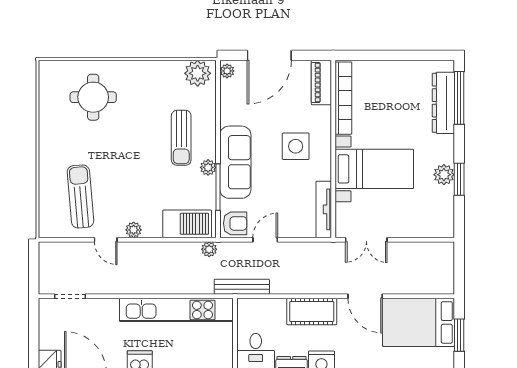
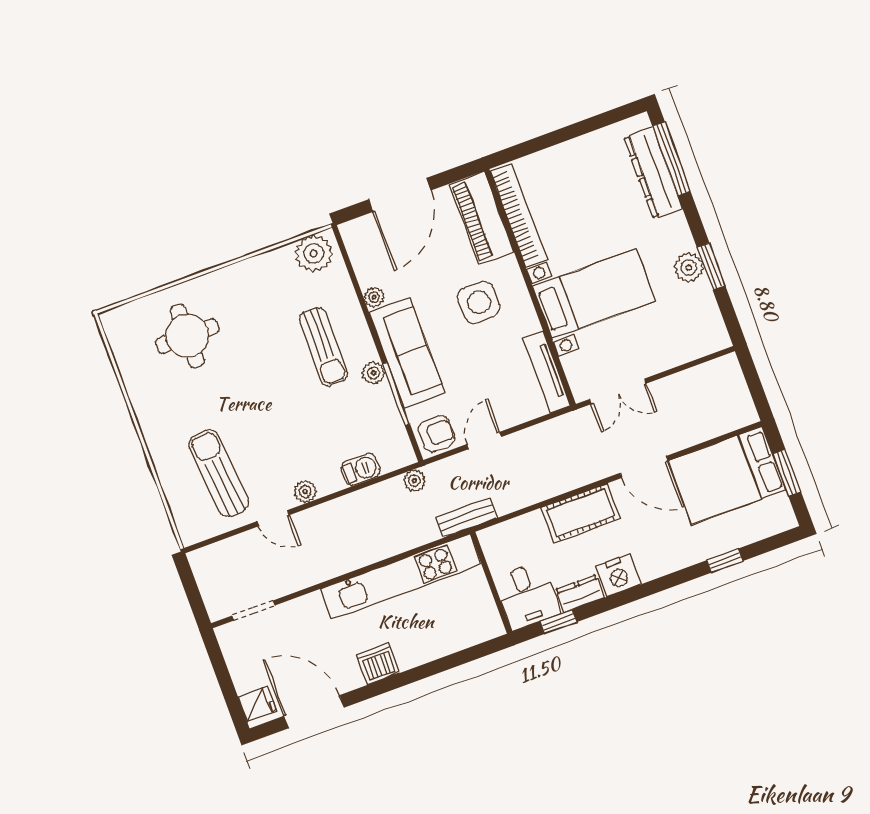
plant: (227, 71) -> (374, 297), moved
piano: (321, 82) -> (482, 218), width x1.37, depth x1.33
barbecue: (187, 224) -> (360, 470), width x0.53, depth x0.65
bench: (242, 287) -> (466, 518), width x0.73

